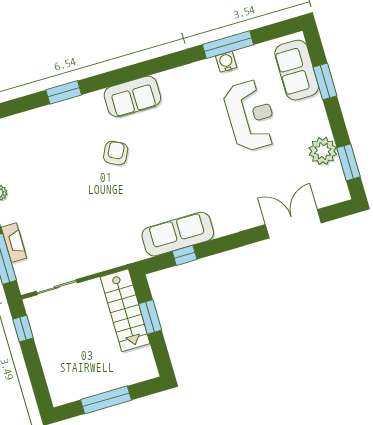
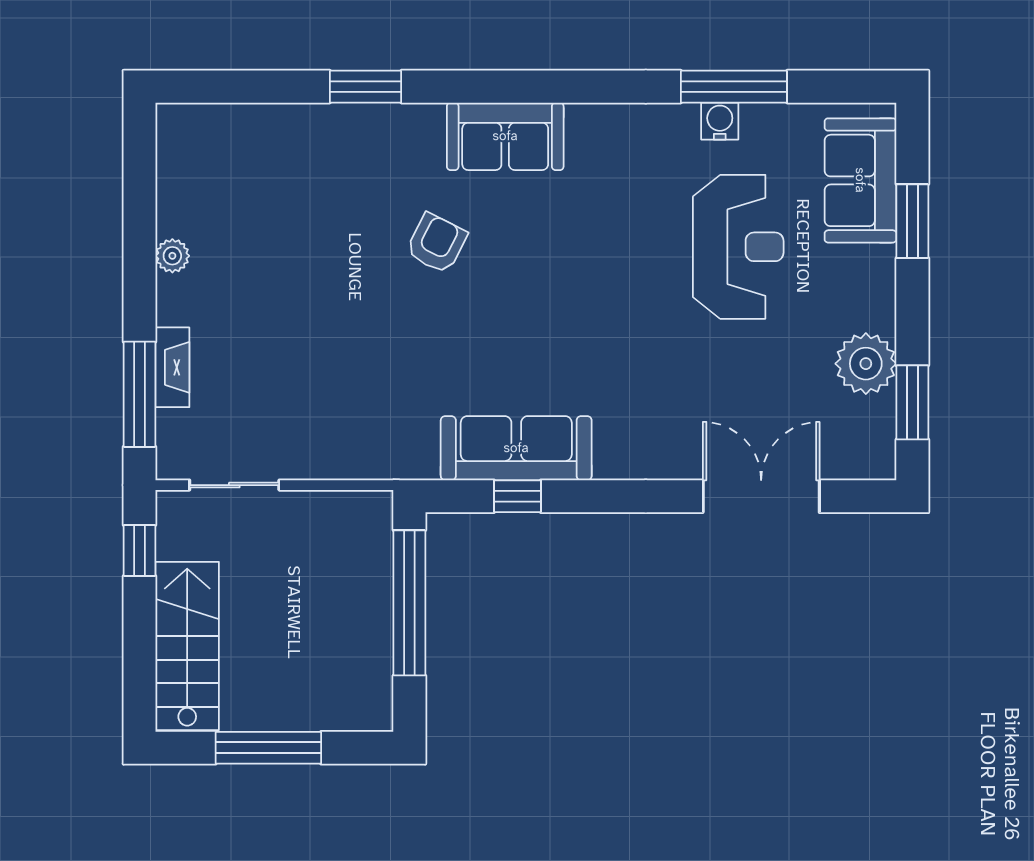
stairs: (125, 310) -> (187, 646), moved, turned 180
window: (150, 317) -> (409, 603), width x2.11

